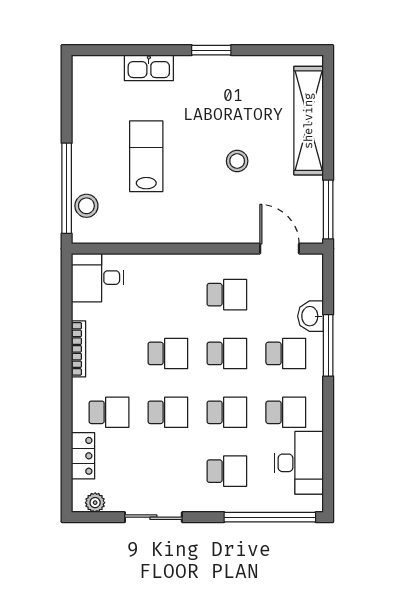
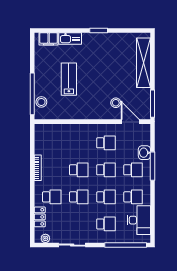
filing cabinet: (102, 68) -> (49, 39), added
stool: (237, 161) -> (116, 103), moved
desk: (97, 278) -> (46, 135), removed

